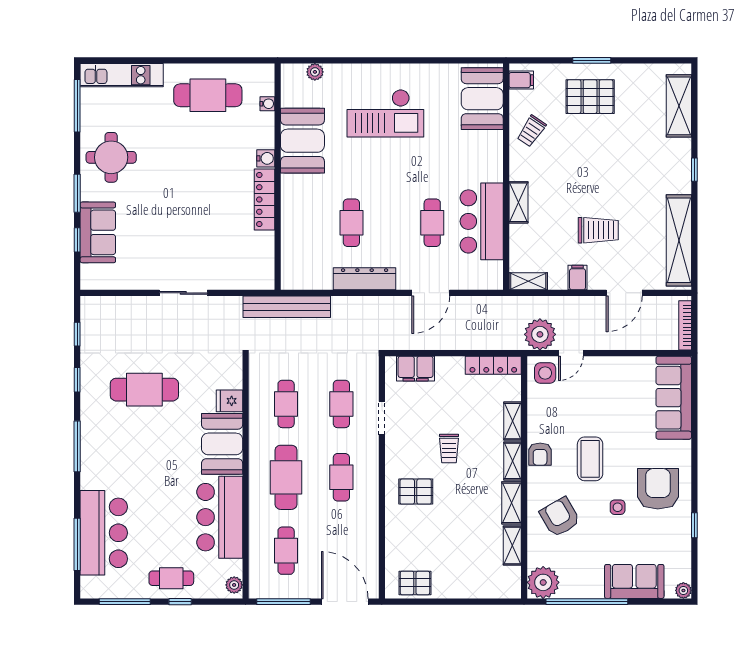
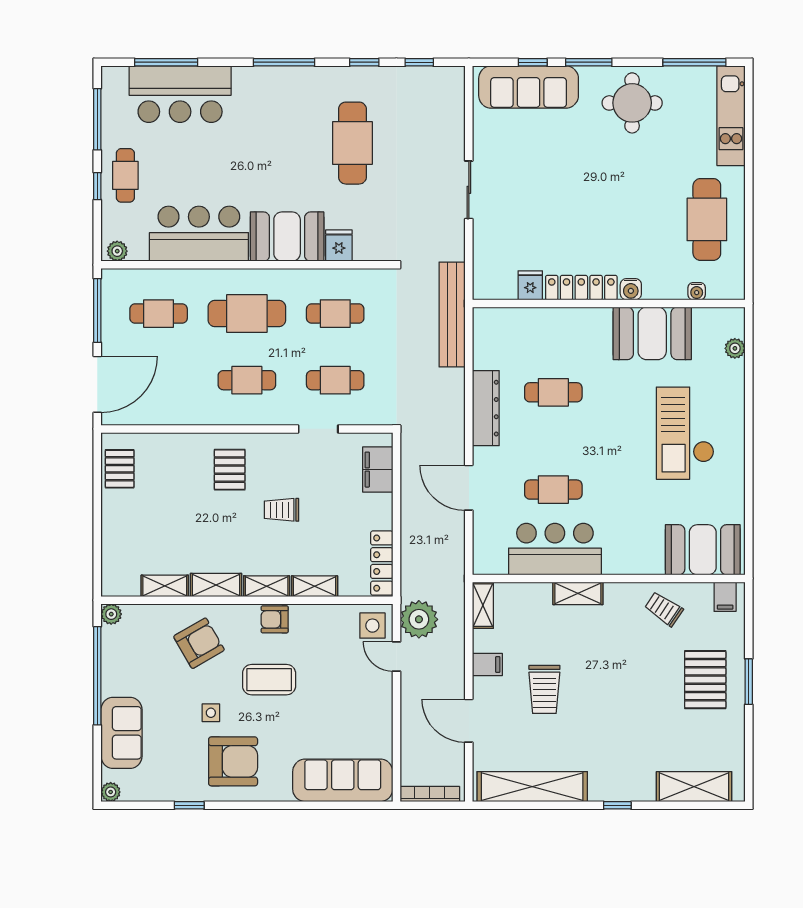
sofa: (98, 232) -> (529, 87), width x1.36
fridge: (263, 242) -> (530, 285), added
plant: (543, 582) -> (111, 614), width x0.53, depth x0.53

